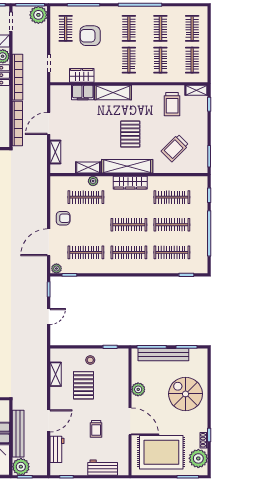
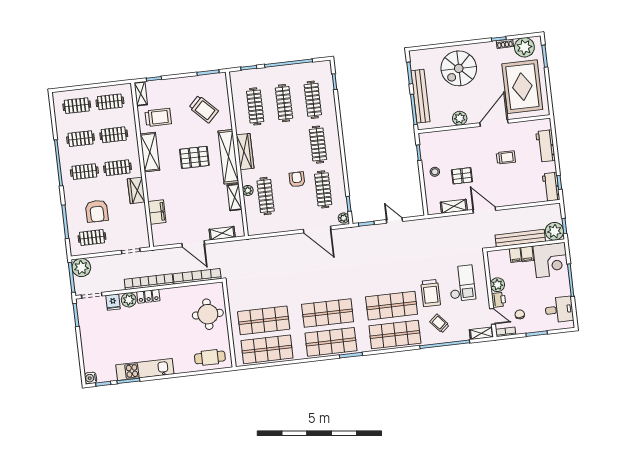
wardrobe: (82, 75) -> (136, 190), moved
shelving: (113, 92) -> (150, 152), moved
armchair: (63, 218) -> (297, 179), moved
clothes rail: (129, 225) -> (289, 148), removed
pallet: (84, 385) -> (462, 176), width x0.67, depth x0.71
door: (49, 421) -> (484, 210), moved
workbench: (57, 449) -> (551, 187), moved, turned -90

